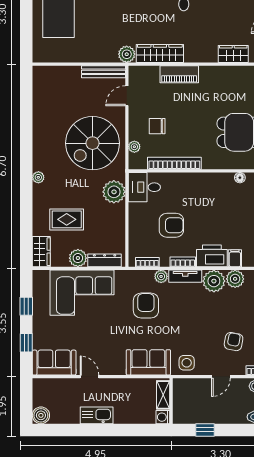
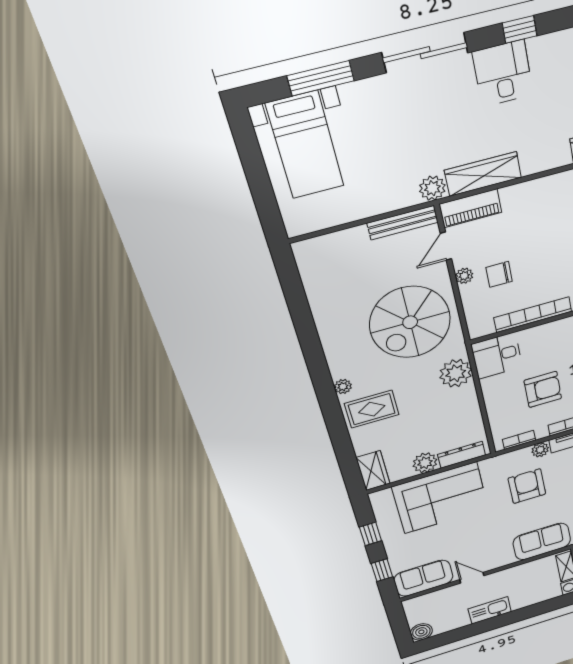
piano: (179, 74) -> (471, 208), moved
plant: (134, 147) -> (464, 276), moved
rug: (67, 219) -> (372, 409), moved

